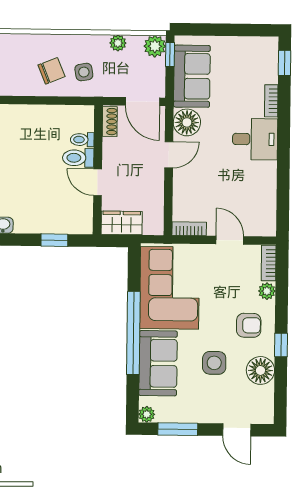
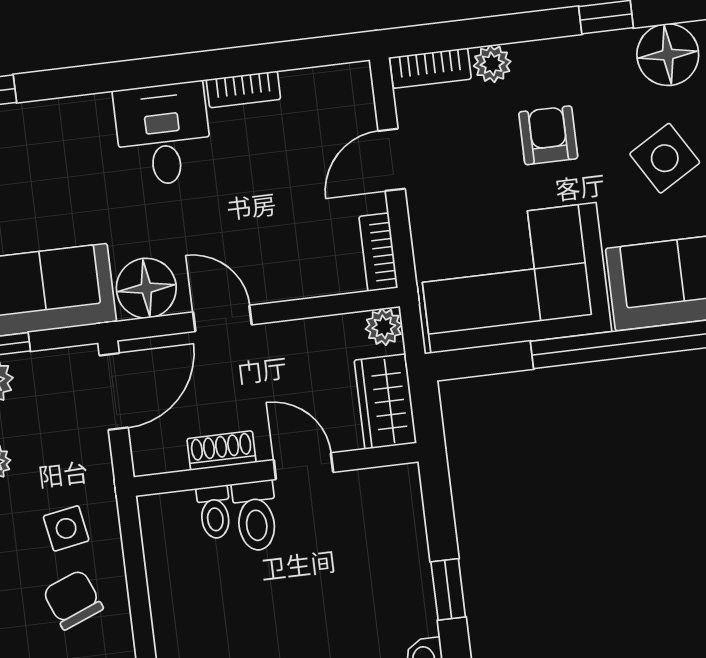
bookcase: (271, 101) -> (243, 89), moved
shoe rack: (110, 122) -> (222, 451), moved
door: (98, 182) -> (303, 466), swing flipped
plant: (155, 227) -> (384, 327), added
window: (54, 240) -> (448, 589), moved
armchair: (249, 325) -> (548, 135), moved
side table: (214, 363) -> (665, 158), turned -31

